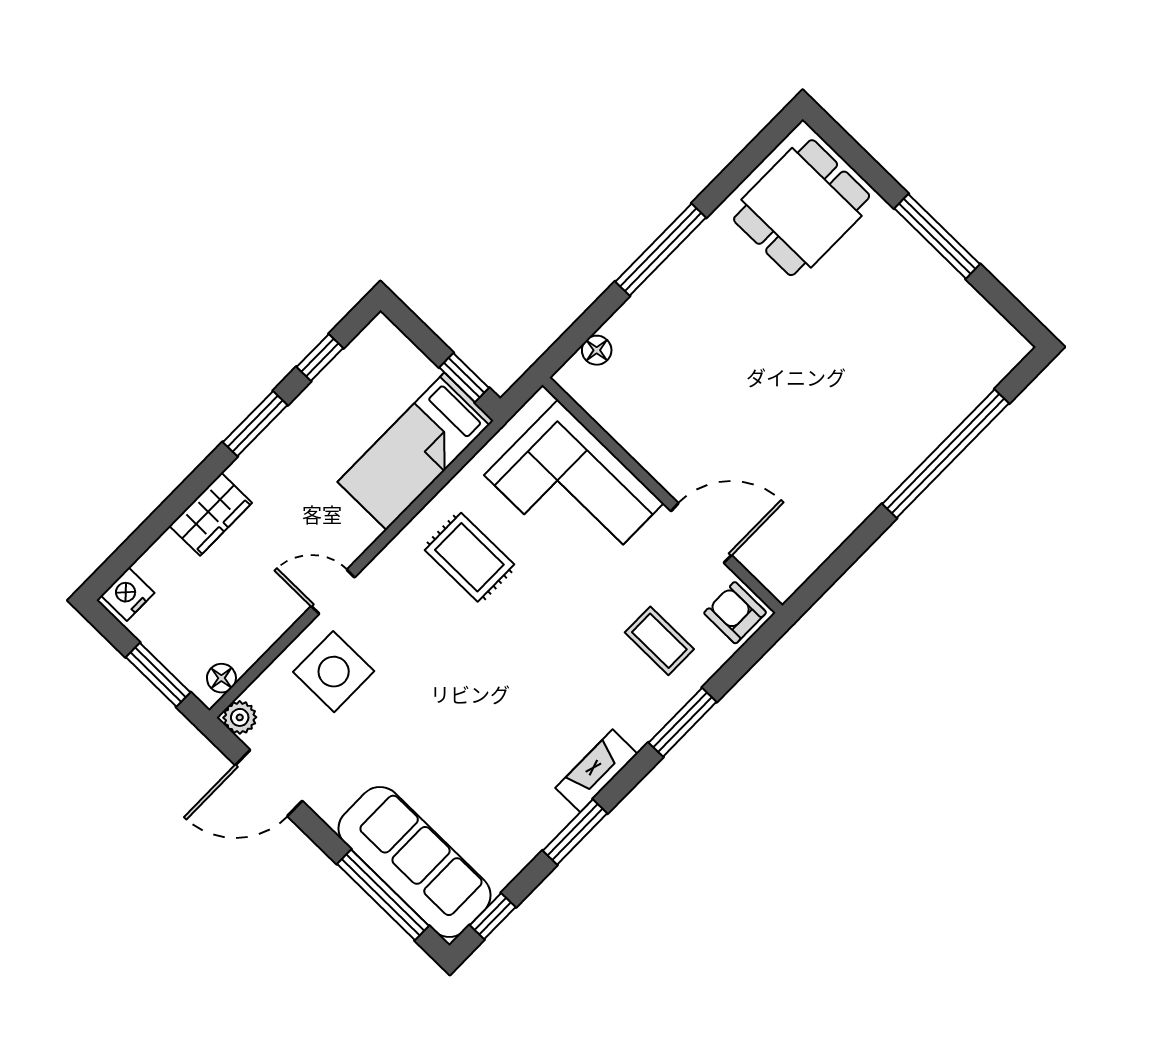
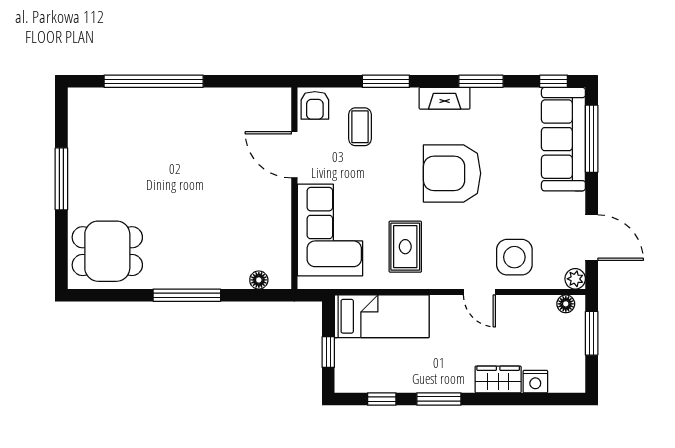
window: (464, 378) -> (328, 352), moved
nightstand: (128, 594) -> (535, 382), moved
armchair: (501, 694) -> (452, 173), added

